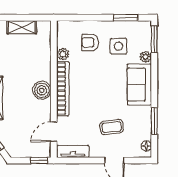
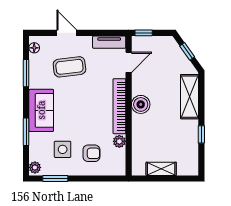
window: (154, 39) -> (26, 132), moved
plant: (146, 57) -> (35, 167), moved
coffee table: (112, 127) -> (69, 67), width x1.36, depth x1.30

